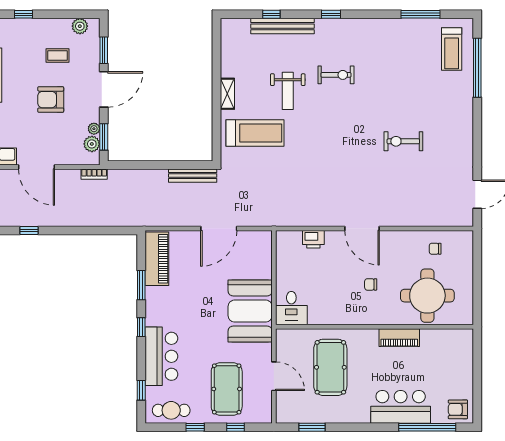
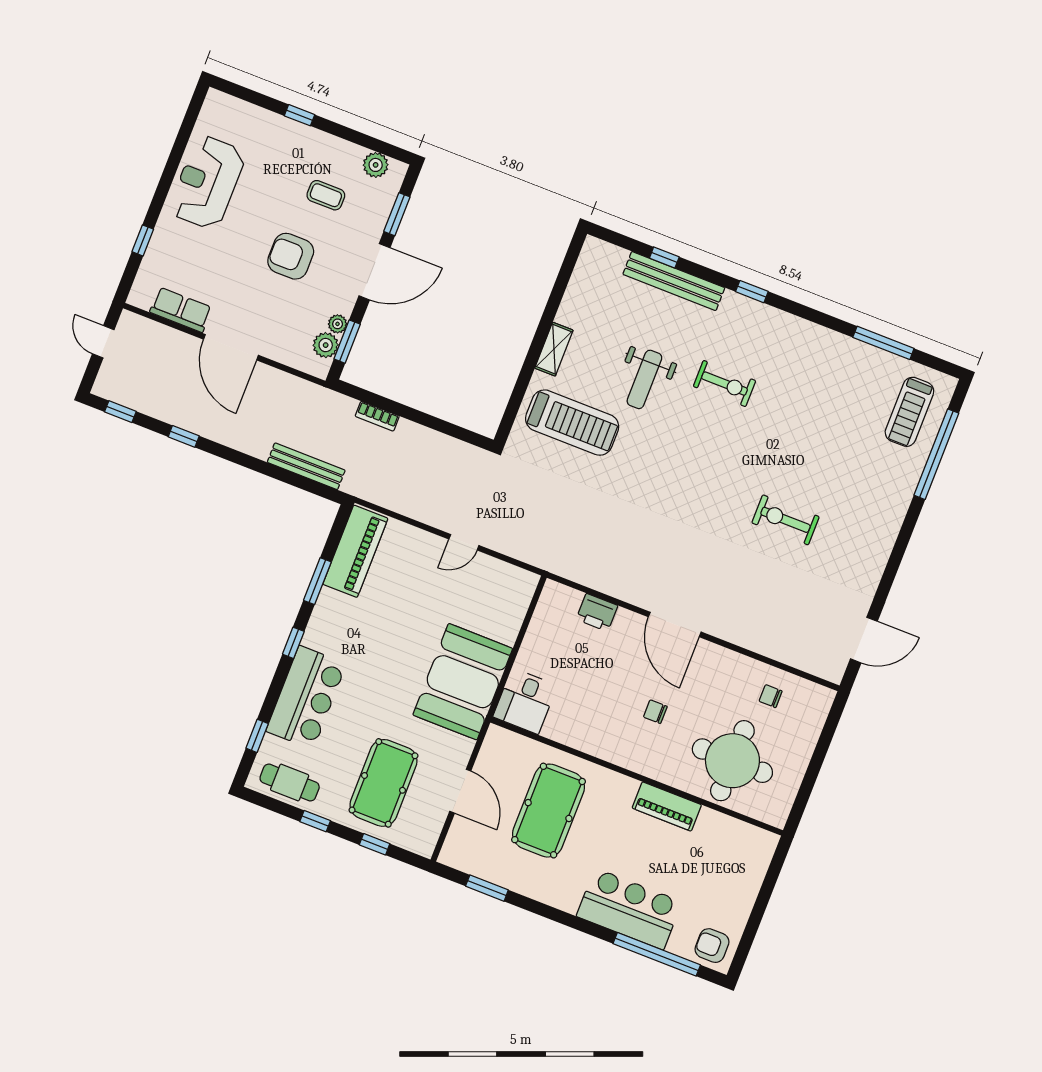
bookcase: (94, 174) -> (377, 416), moved
bench: (193, 176) -> (306, 466), moved
door: (219, 228) -> (464, 542), width x0.53

